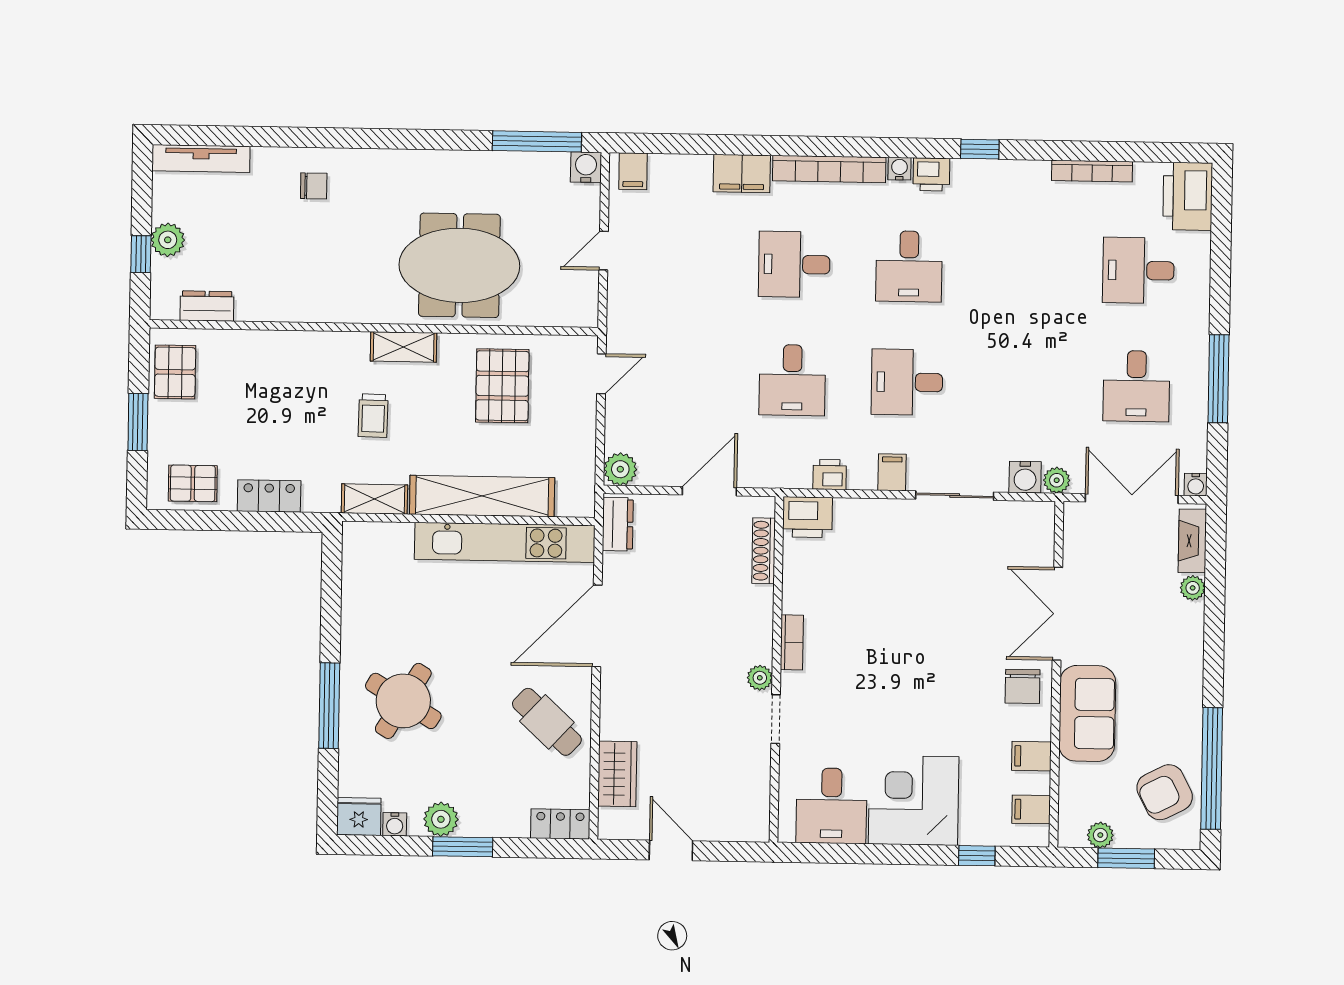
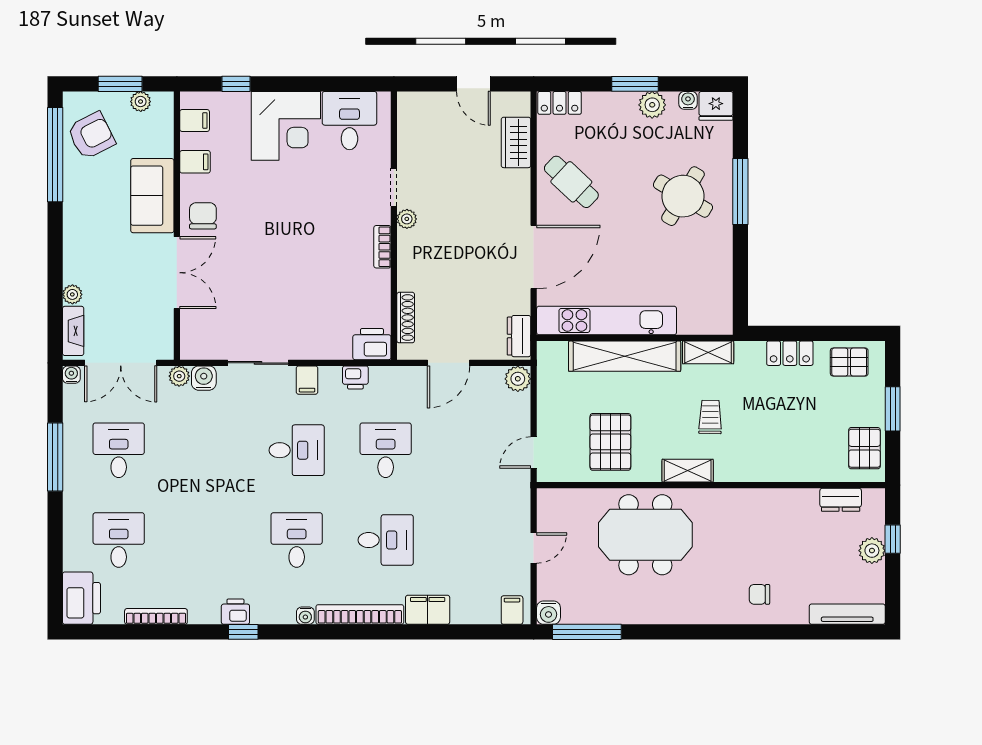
printer: (931, 174) -> (235, 612), moved
desk: (1138, 270) -> (119, 540), turned -90

